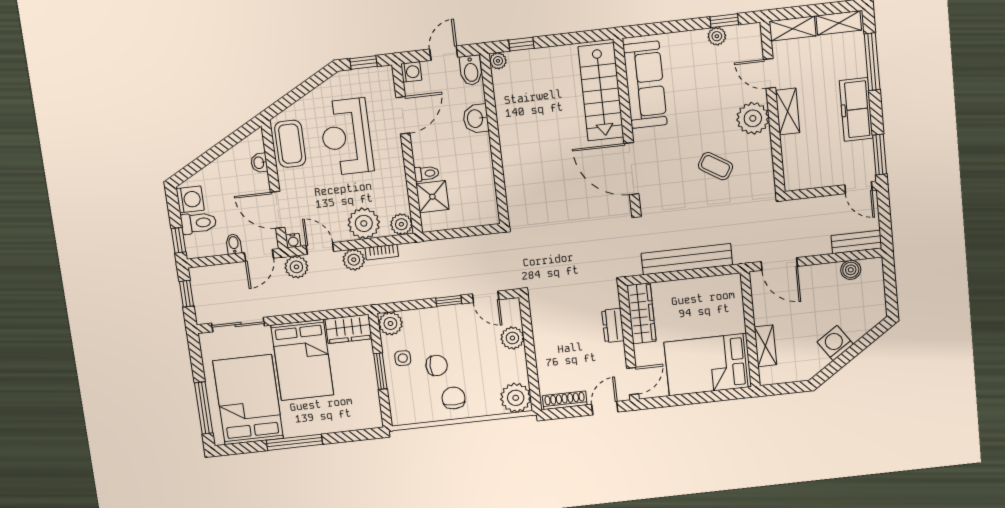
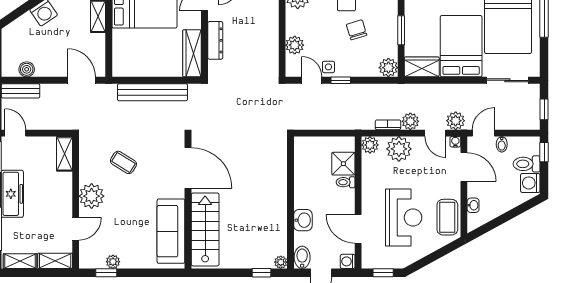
door: (770, 74) -> (76, 229), hinge flipped
shelving: (788, 111) -> (65, 154), moved
door: (403, 115) -> (358, 229), hinge flipped
dresser: (613, 325) -> (215, 40), width x1.44
side table: (403, 358) -> (328, 67), moved
chair: (437, 365) -> (357, 30), turned 73

